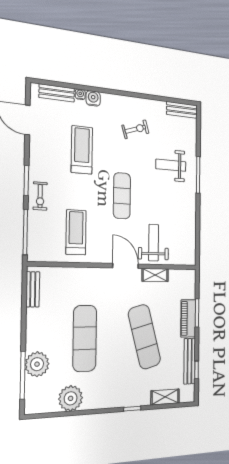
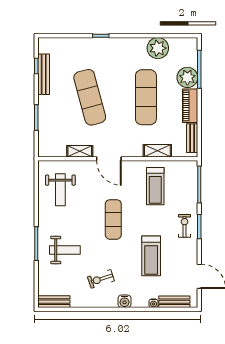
water cooler: (93, 98) -> (125, 301), moved
exercise bike: (40, 196) -> (185, 226), moved
weight bench: (154, 243) -> (60, 190), moved
piano: (188, 318) -> (190, 106), moved, turned 180
shelving: (165, 397) -> (157, 151), moved

